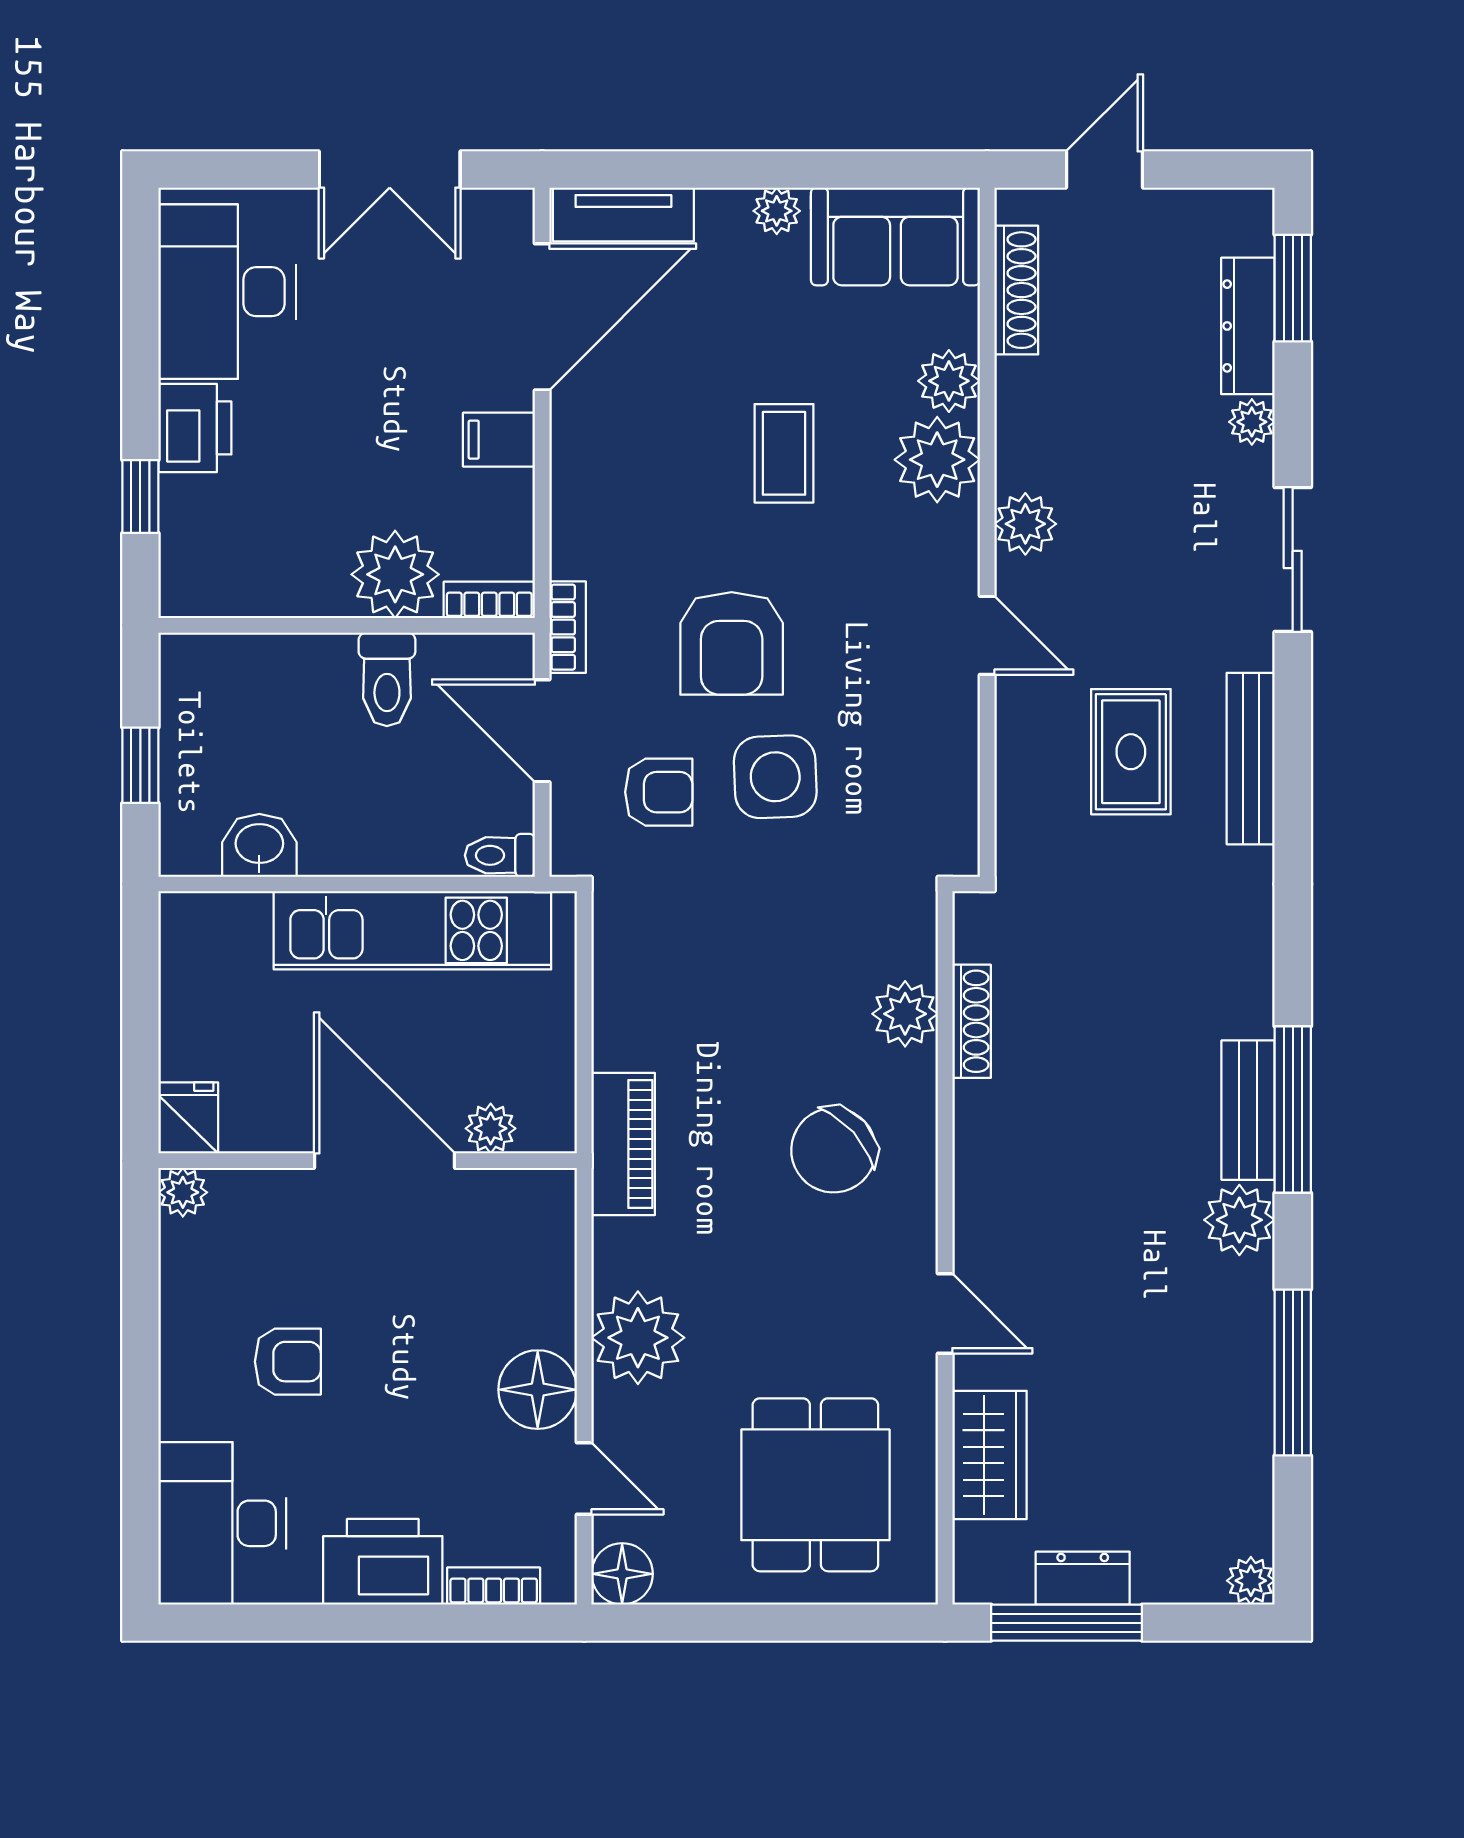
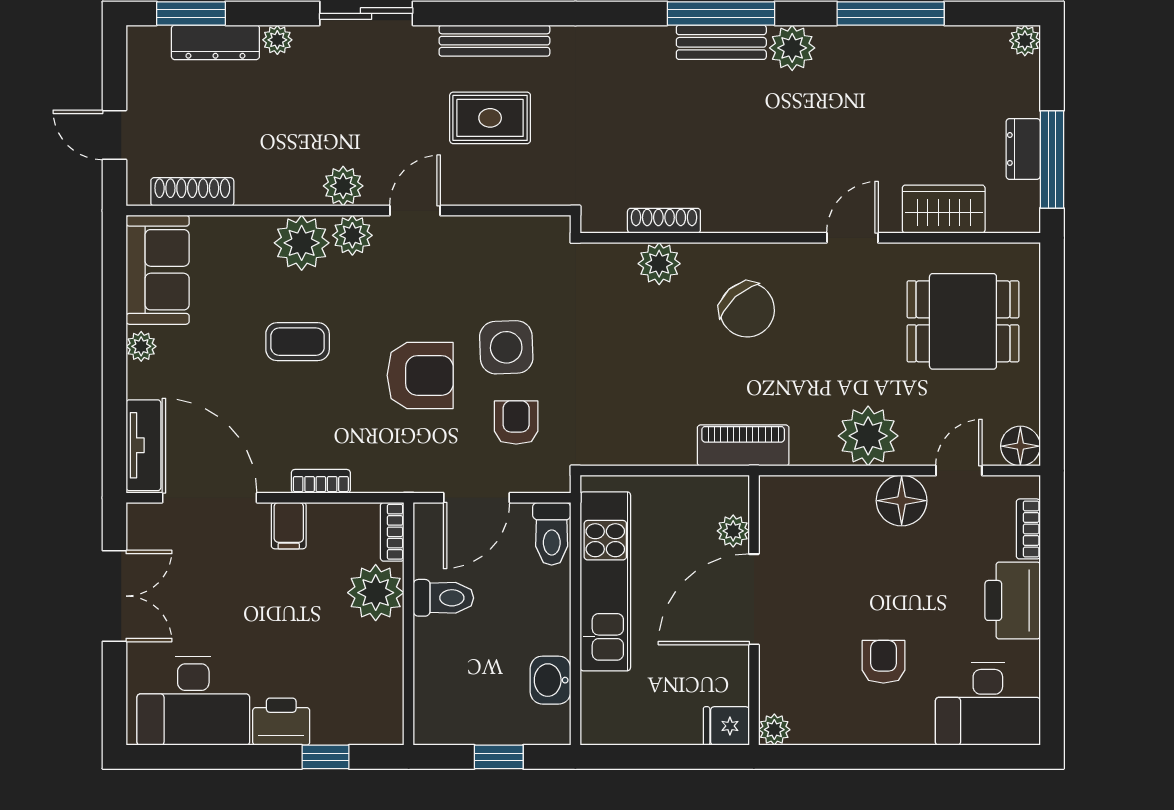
plant: (949, 381) -> (352, 235), moved
bookcase: (568, 627) -> (321, 481), moved
toilet: (500, 855) -> (552, 534), width x1.37, depth x1.39

